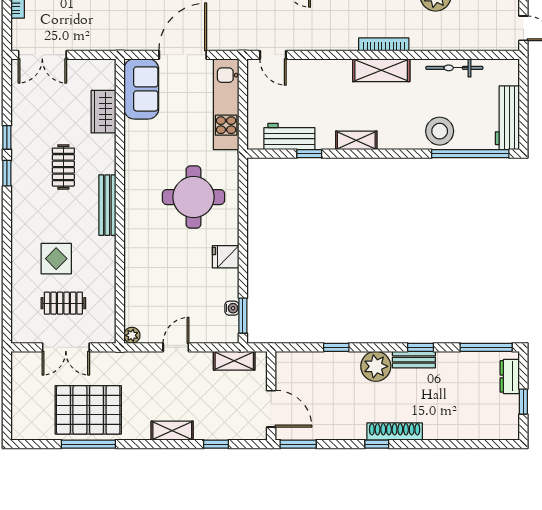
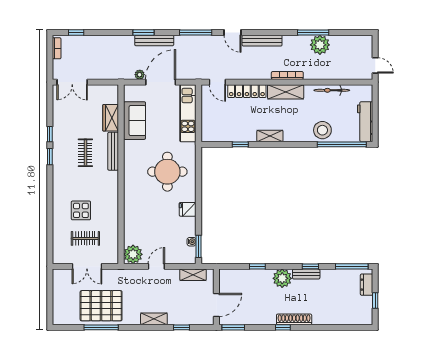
plant: (149, 43) -> (140, 75), added
locker: (320, 69) -> (247, 91), added
sofa: (141, 89) -> (134, 121), moved
workbench: (289, 136) -> (228, 133), removed
bench: (107, 205) -> (113, 151), moved
plant: (132, 335) -> (133, 254), width x1.87, depth x1.87
door: (271, 409) -> (216, 305), hinge flipped

